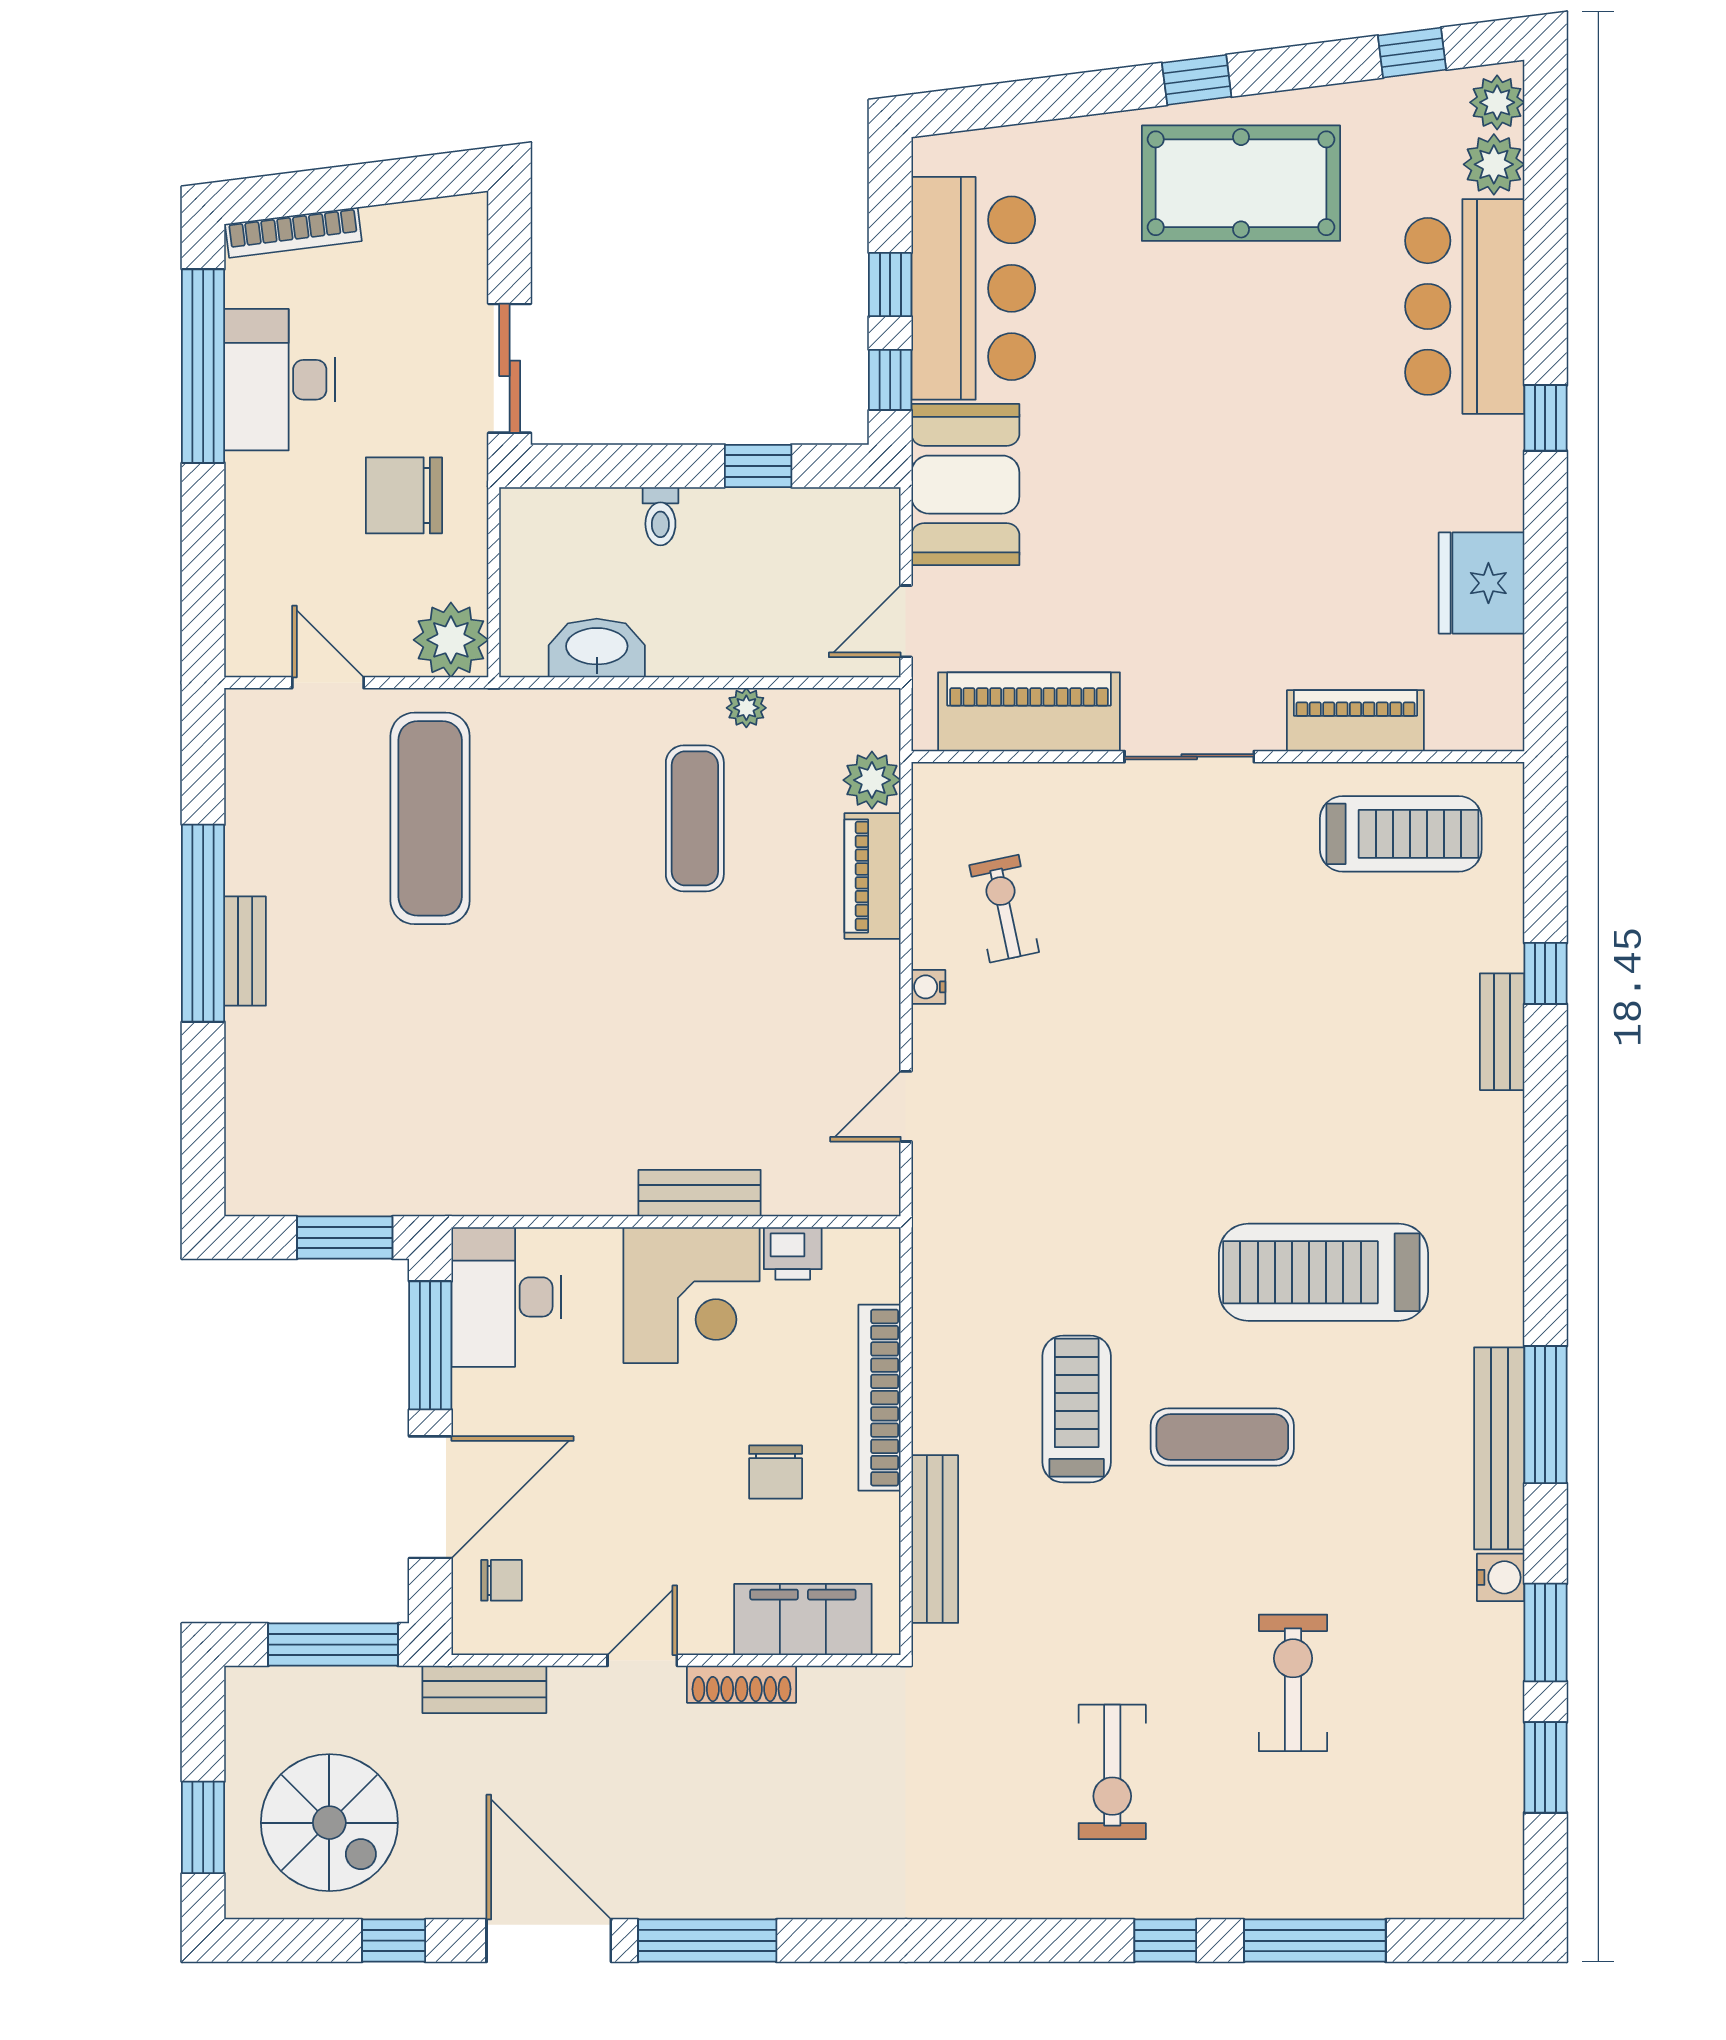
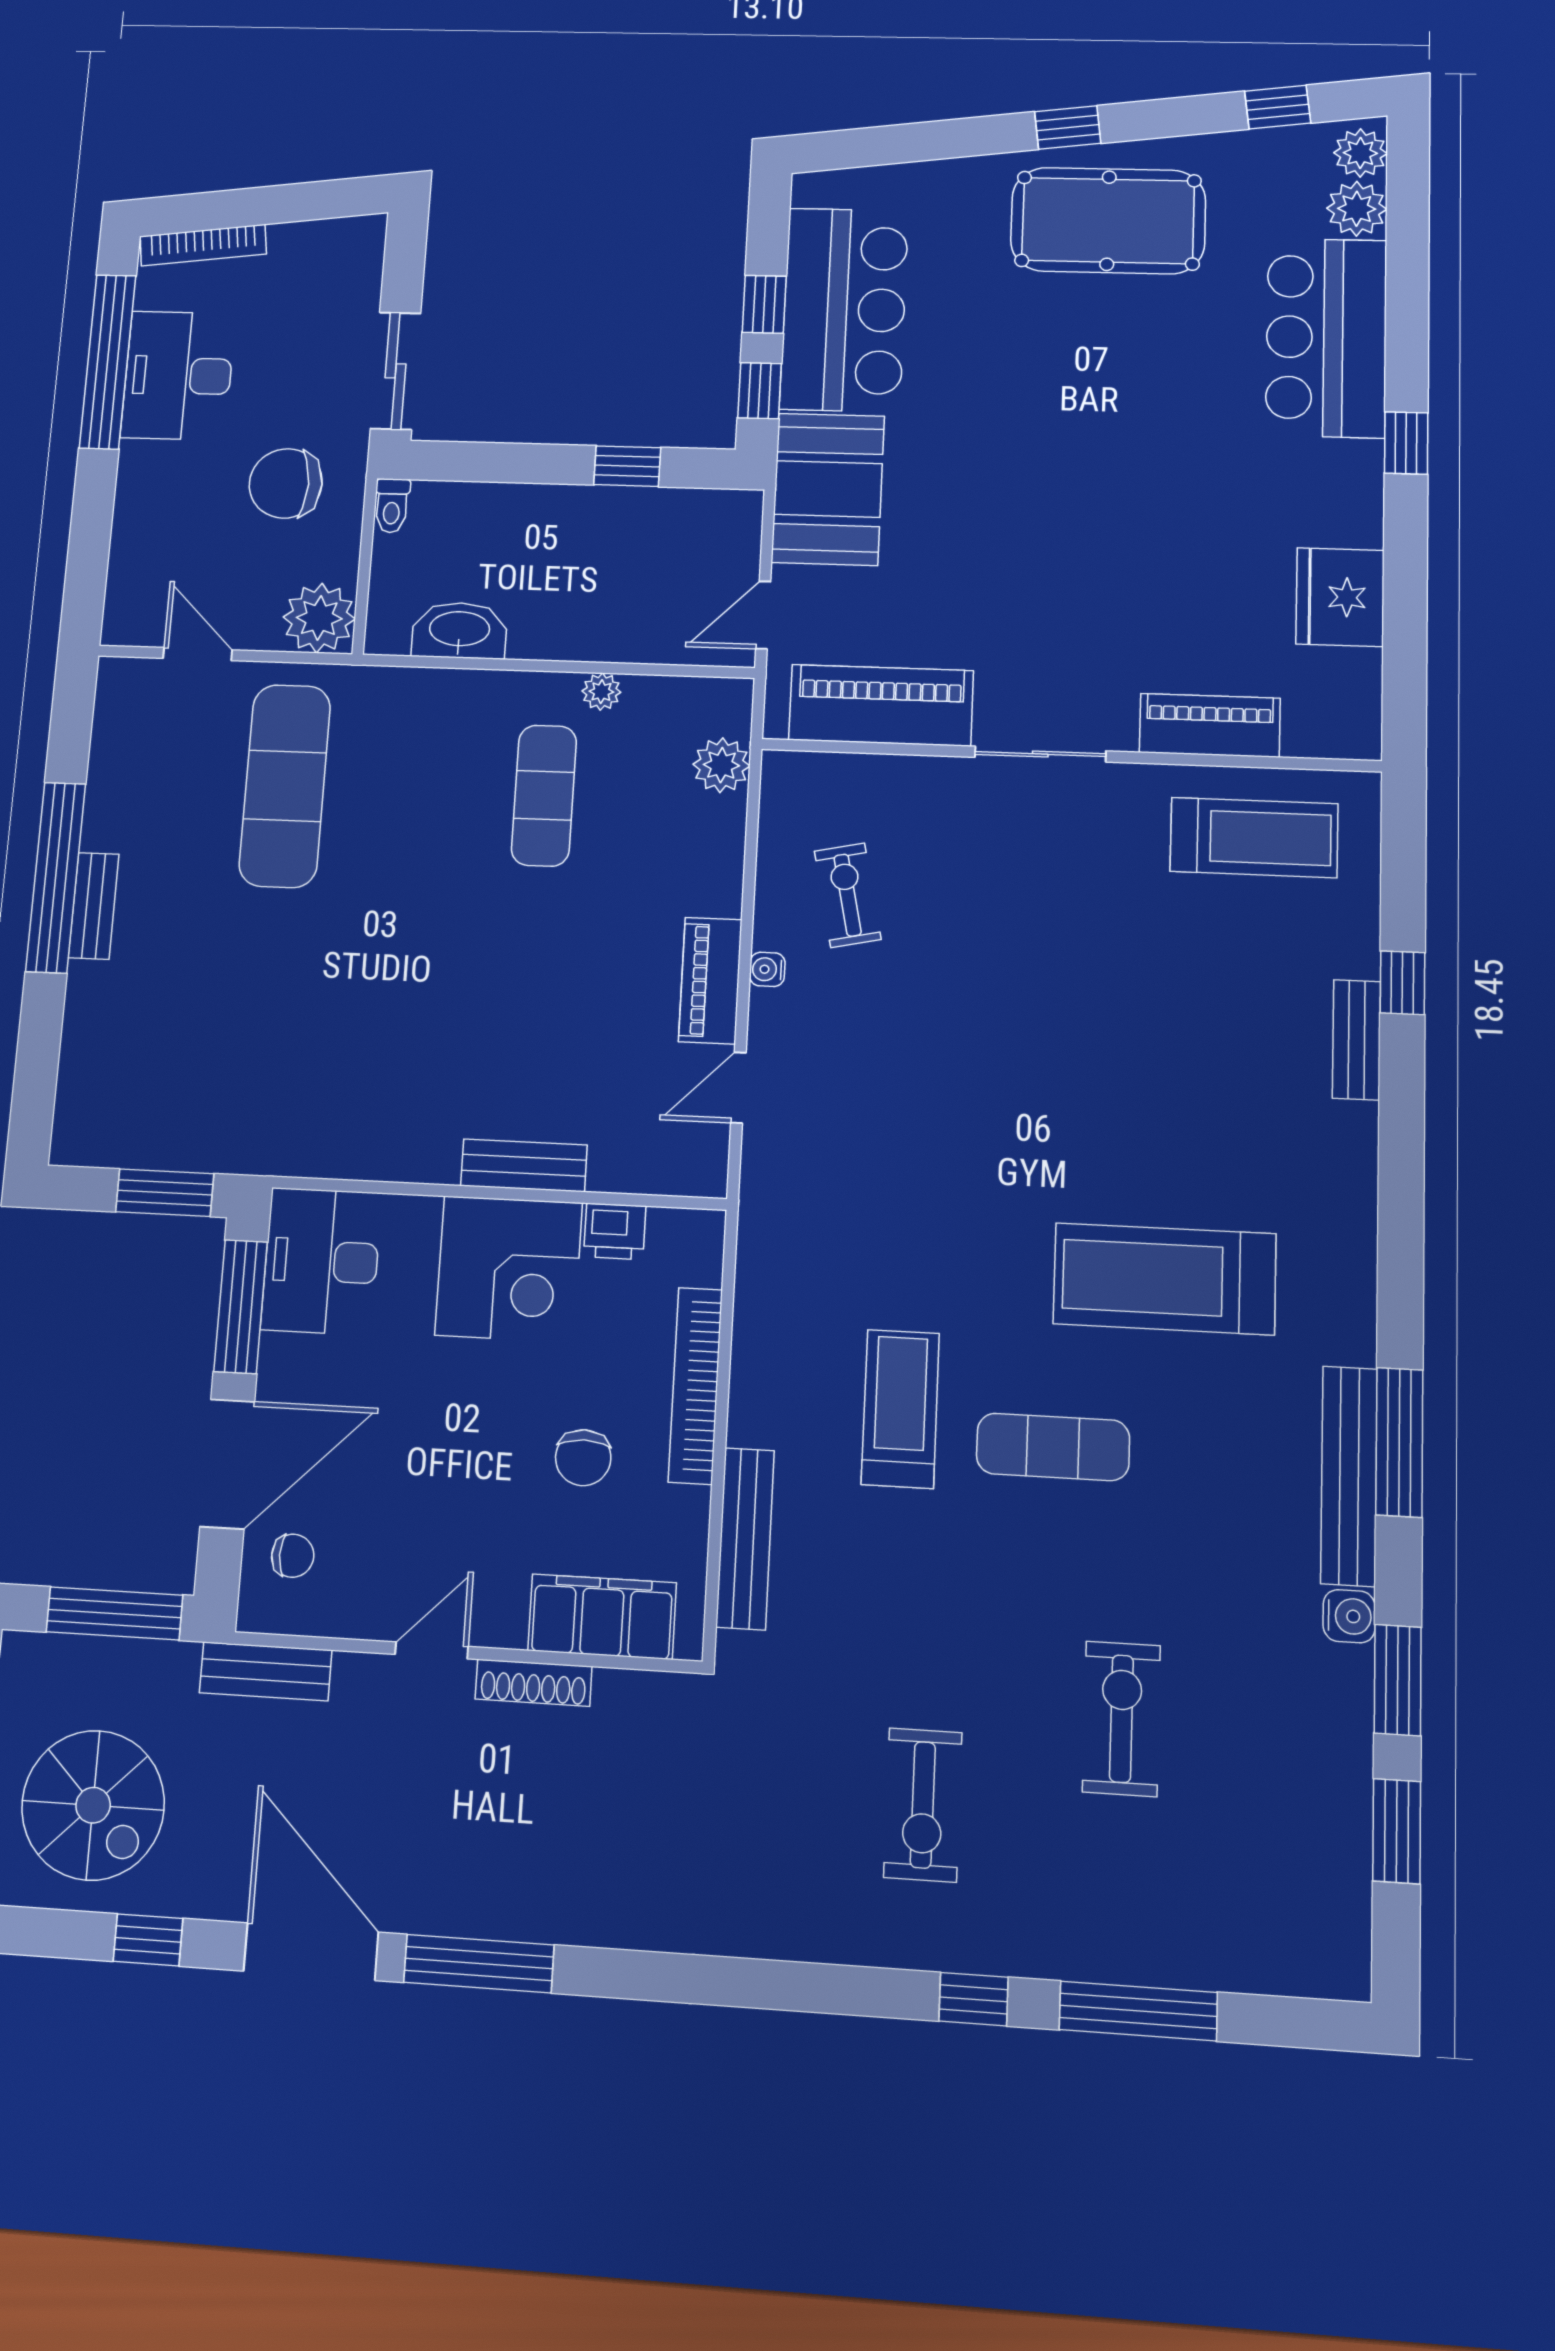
toilet: (660, 516) -> (392, 506), moved
piano: (873, 876) -> (710, 981), moved

